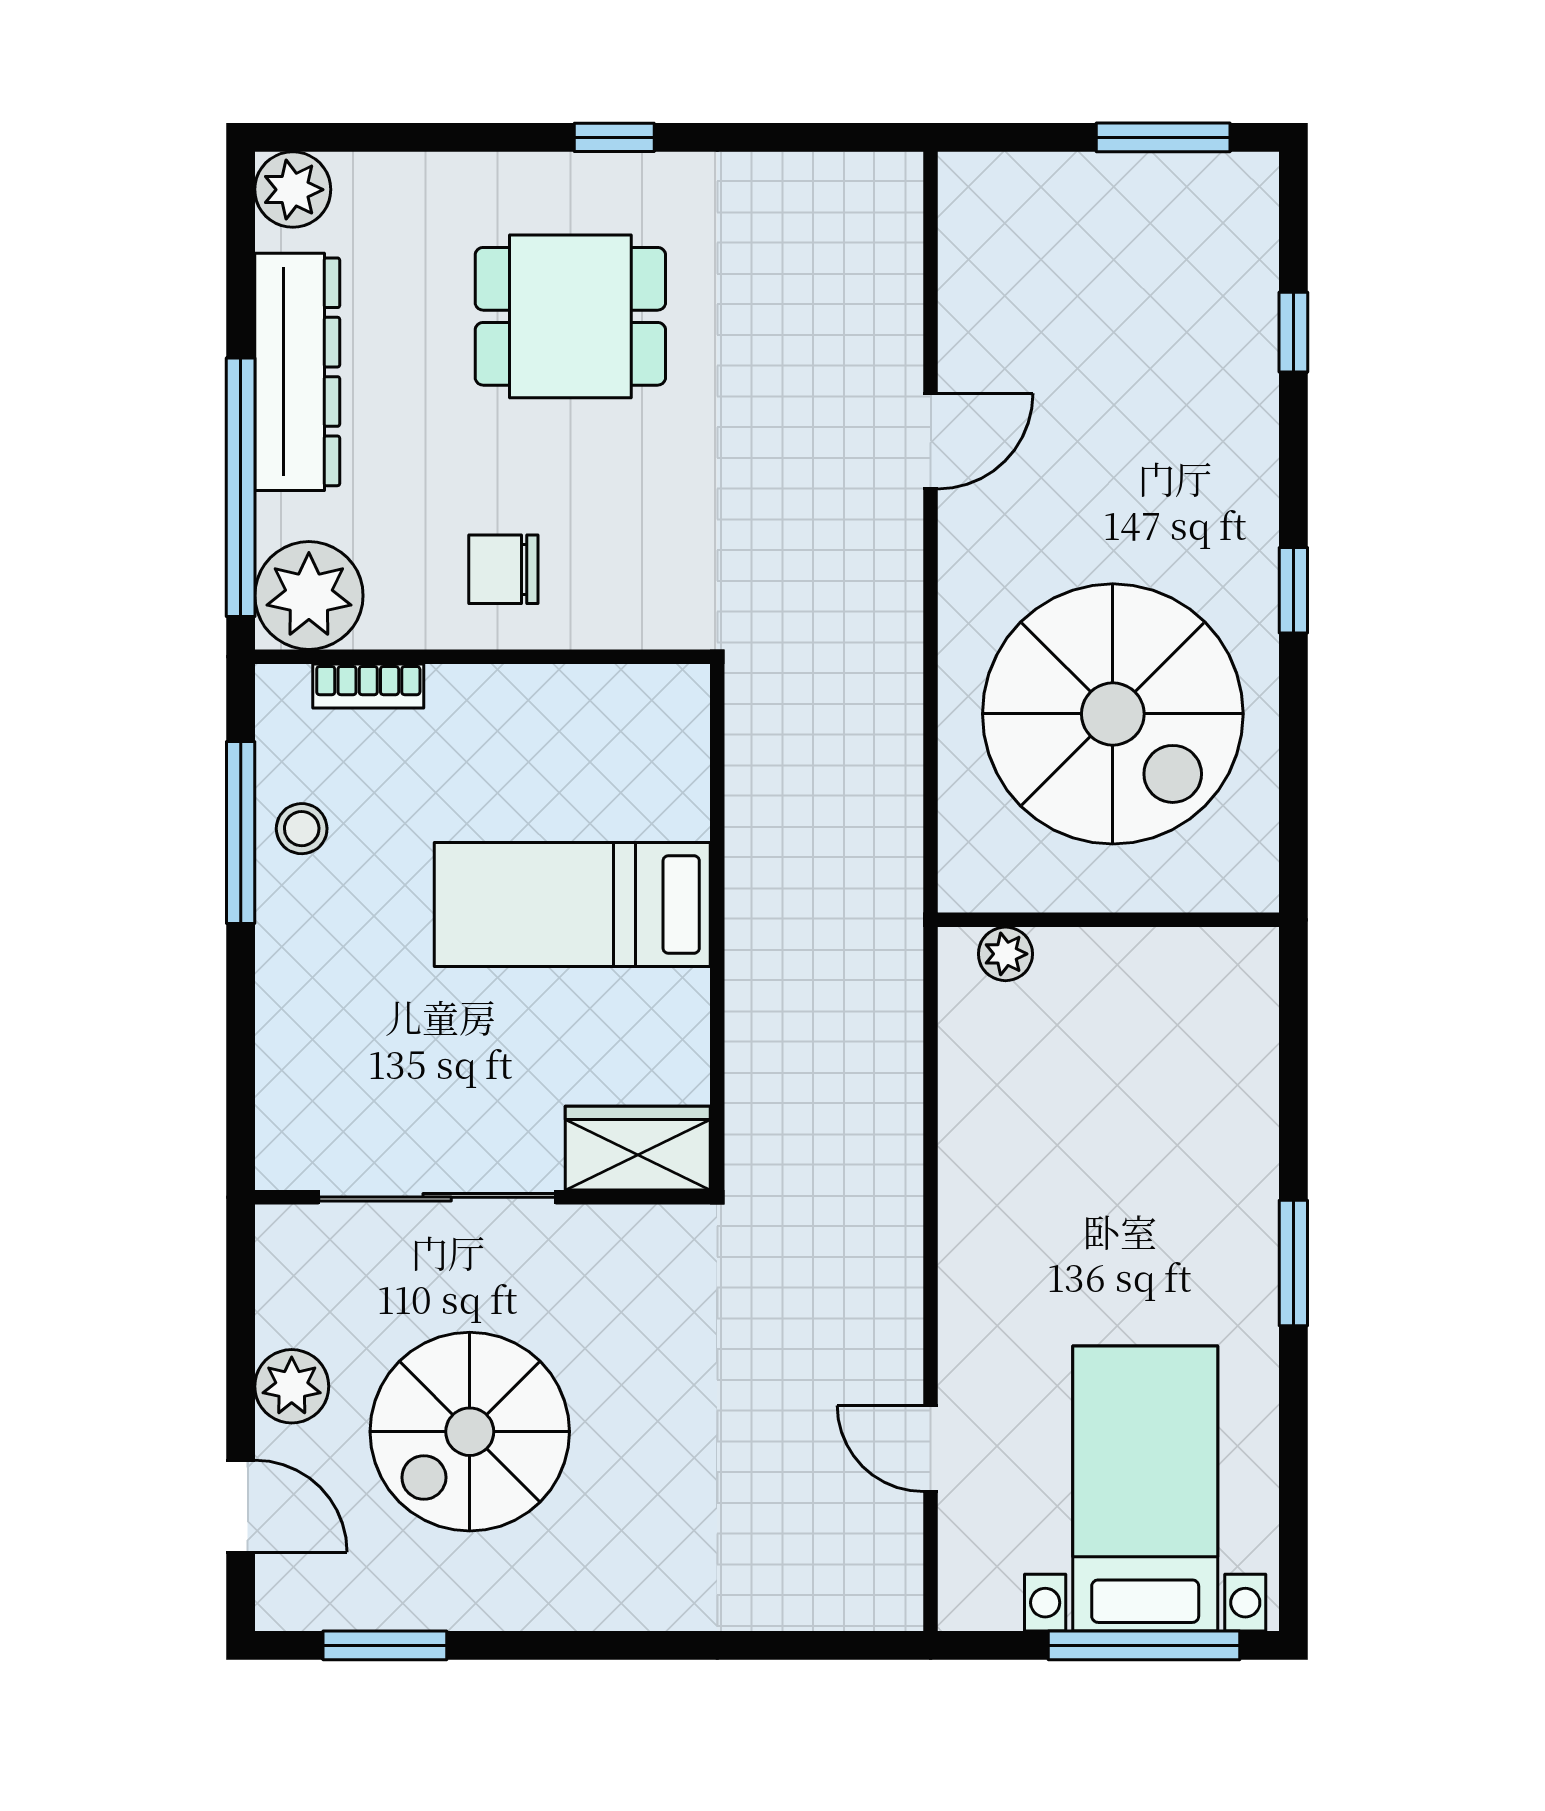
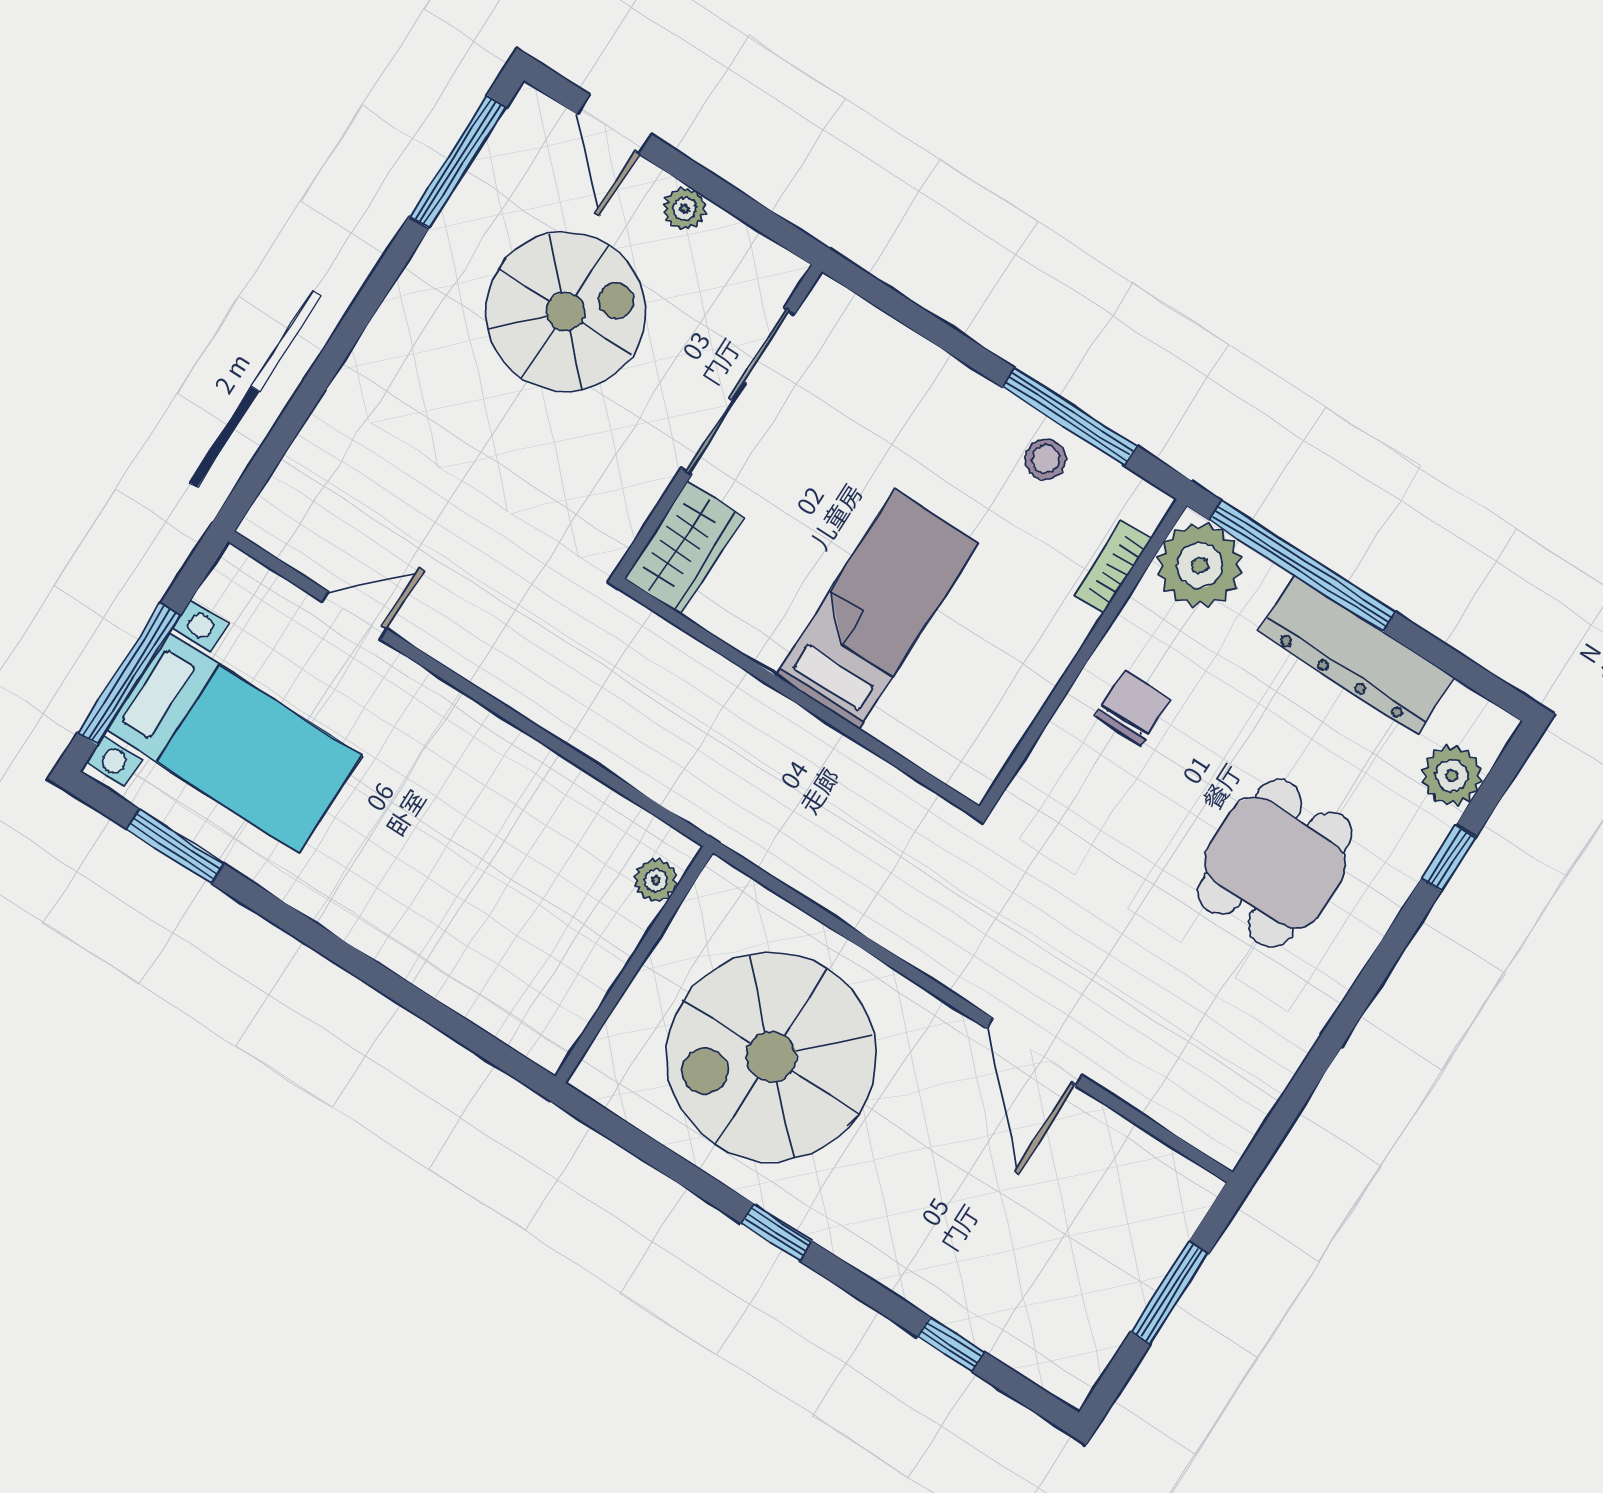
window: (614, 137) -> (1449, 858), moved
window: (1163, 137) -> (1170, 1292), moved
plant: (293, 190) -> (1452, 775), moved
door: (931, 441) -> (1034, 1052), width x1.38
window: (1293, 1263) -> (176, 846), moved
plant: (292, 1386) -> (684, 209), width x0.73, depth x0.73
spiral stairs: (470, 1432) -> (565, 311), turned 90
door: (241, 1506) -> (614, 125), hinge flipped
window: (385, 1645) -> (458, 162), width x1.44

